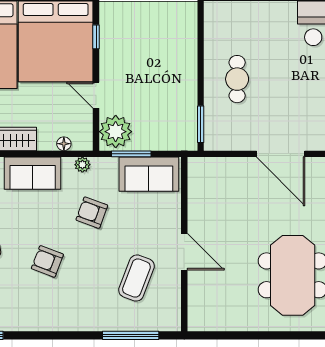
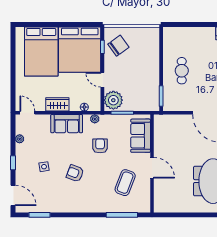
chair: (125, 35) -> (118, 46), added
sofa: (149, 174) -> (141, 136), moved, turned 90
armchair: (92, 213) -> (100, 146), turned 70

